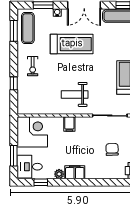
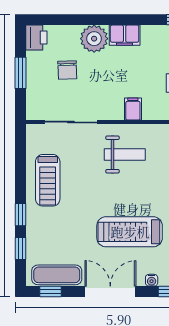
plant: (59, 174) -> (94, 39), moved, width x1.87, depth x1.87

